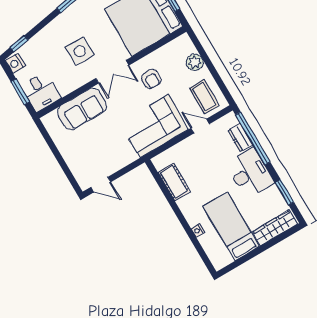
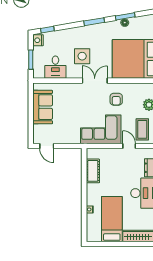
double door: (112, 72) -> (95, 81), swing flipped
desk: (41, 92) -> (55, 67), moved
sofa: (82, 109) -> (43, 107), moved, turned -90

